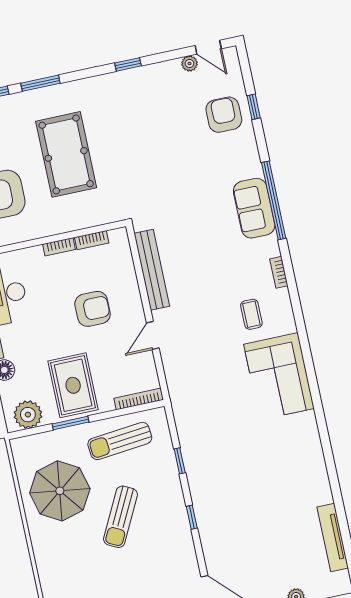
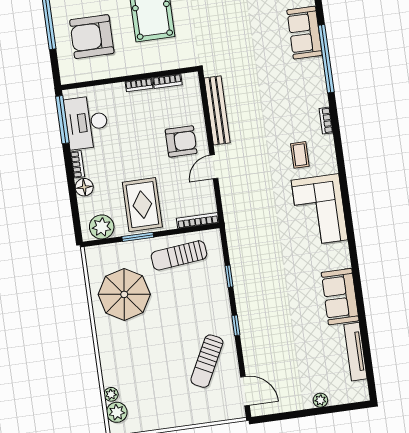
sofa: (254, 208) -> (304, 33), moved
armchair: (93, 309) -> (181, 141), moved
sofa: (310, 475) -> (340, 297), added
sun lounger: (121, 517) -> (207, 361), moved

